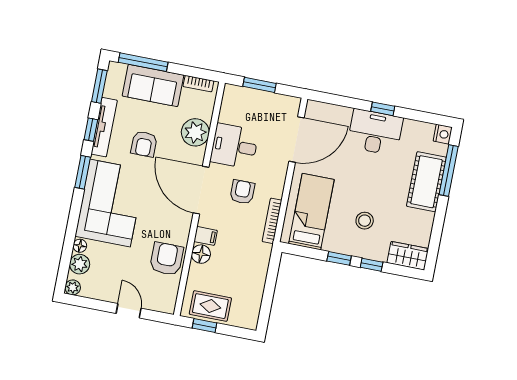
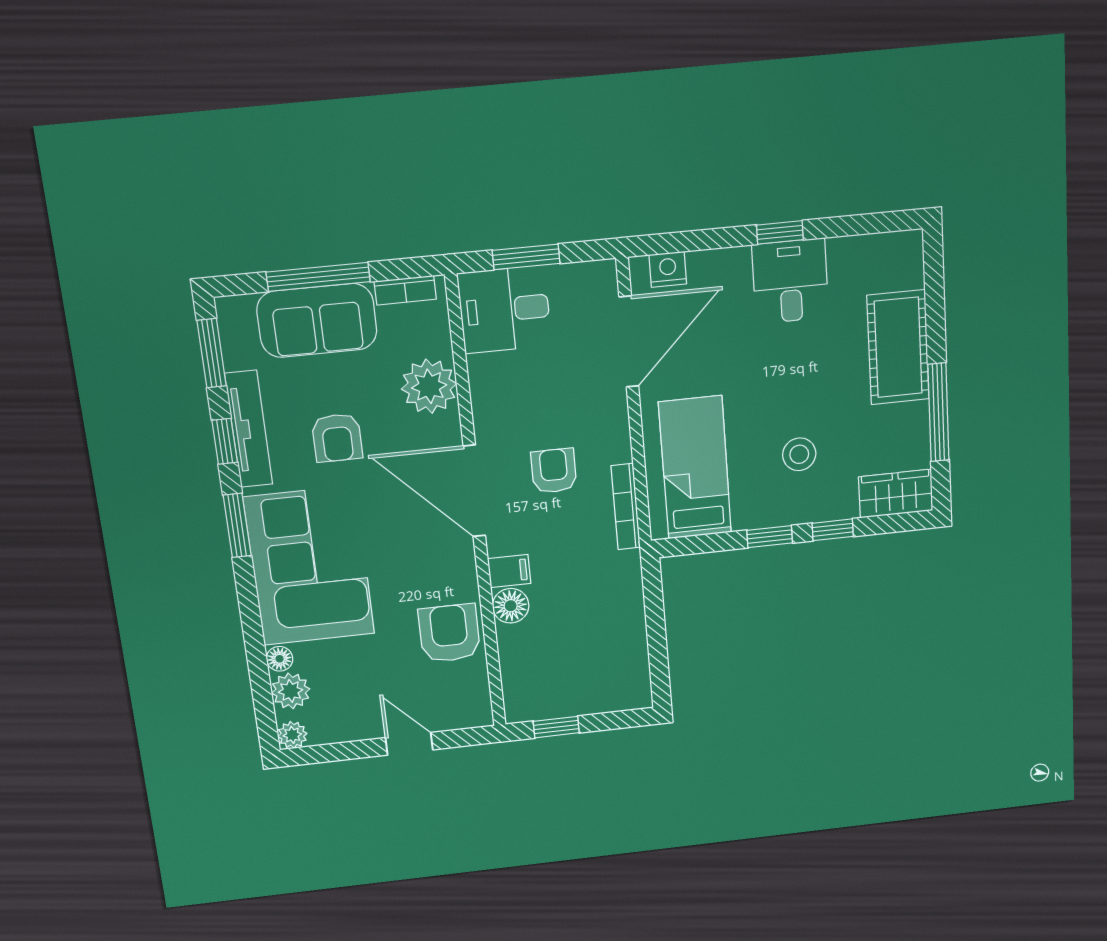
window: (143, 62) -> (318, 277), moved
desk: (375, 132) -> (790, 281), width x0.73
nightstand: (443, 134) -> (668, 269), moved, turned -90
desk: (234, 146) -> (505, 310), moved
window: (449, 170) -> (938, 412), moved
rug: (210, 306) -> (557, 691), removed

